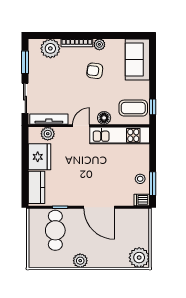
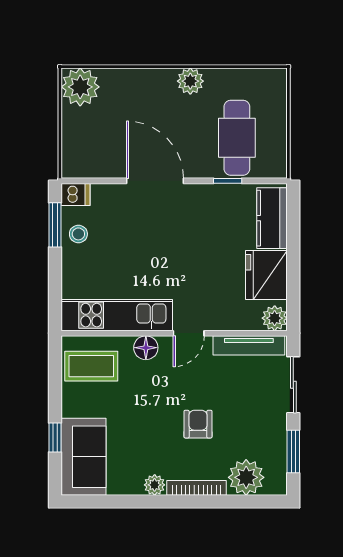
armchair: (95, 71) -> (198, 424), moved, turned -97
window: (153, 107) -> (55, 437), moved
plant: (48, 134) -> (275, 318), moved

